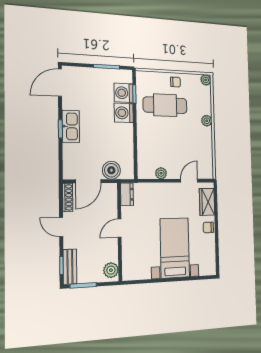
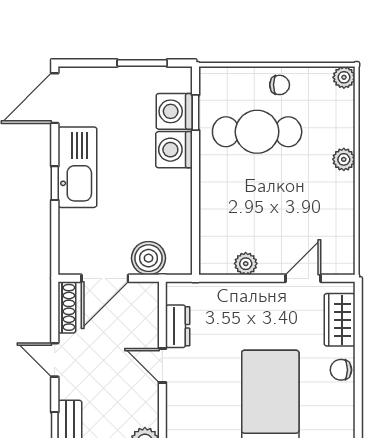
kitchen sink: (71, 126) -> (77, 167), width x1.36, depth x1.24
dresser: (127, 194) -> (178, 326), moved
door: (120, 228) -> (162, 366), hinge flipped

